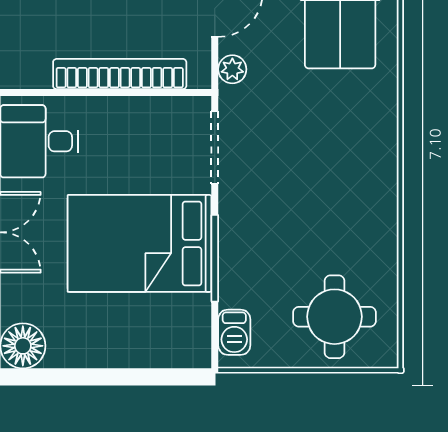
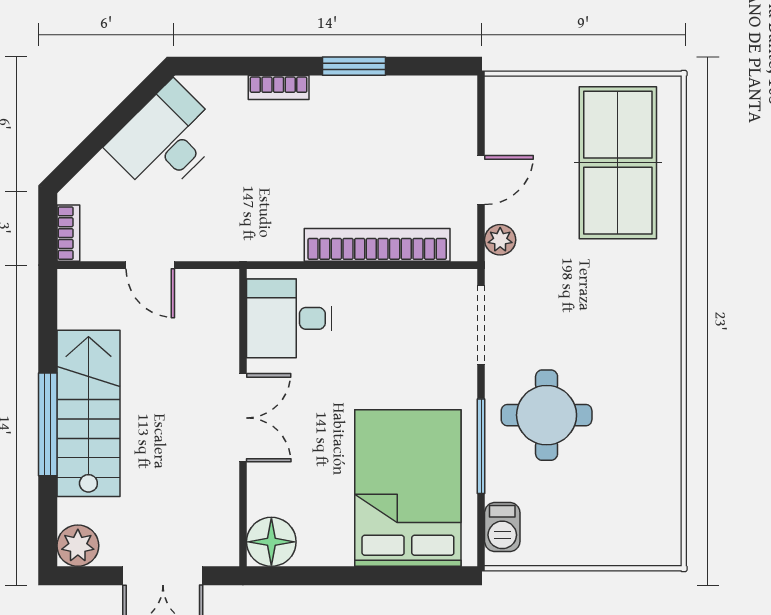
bed: (140, 243) -> (408, 488), moved, turned 90
round table: (334, 317) -> (547, 415), moved

